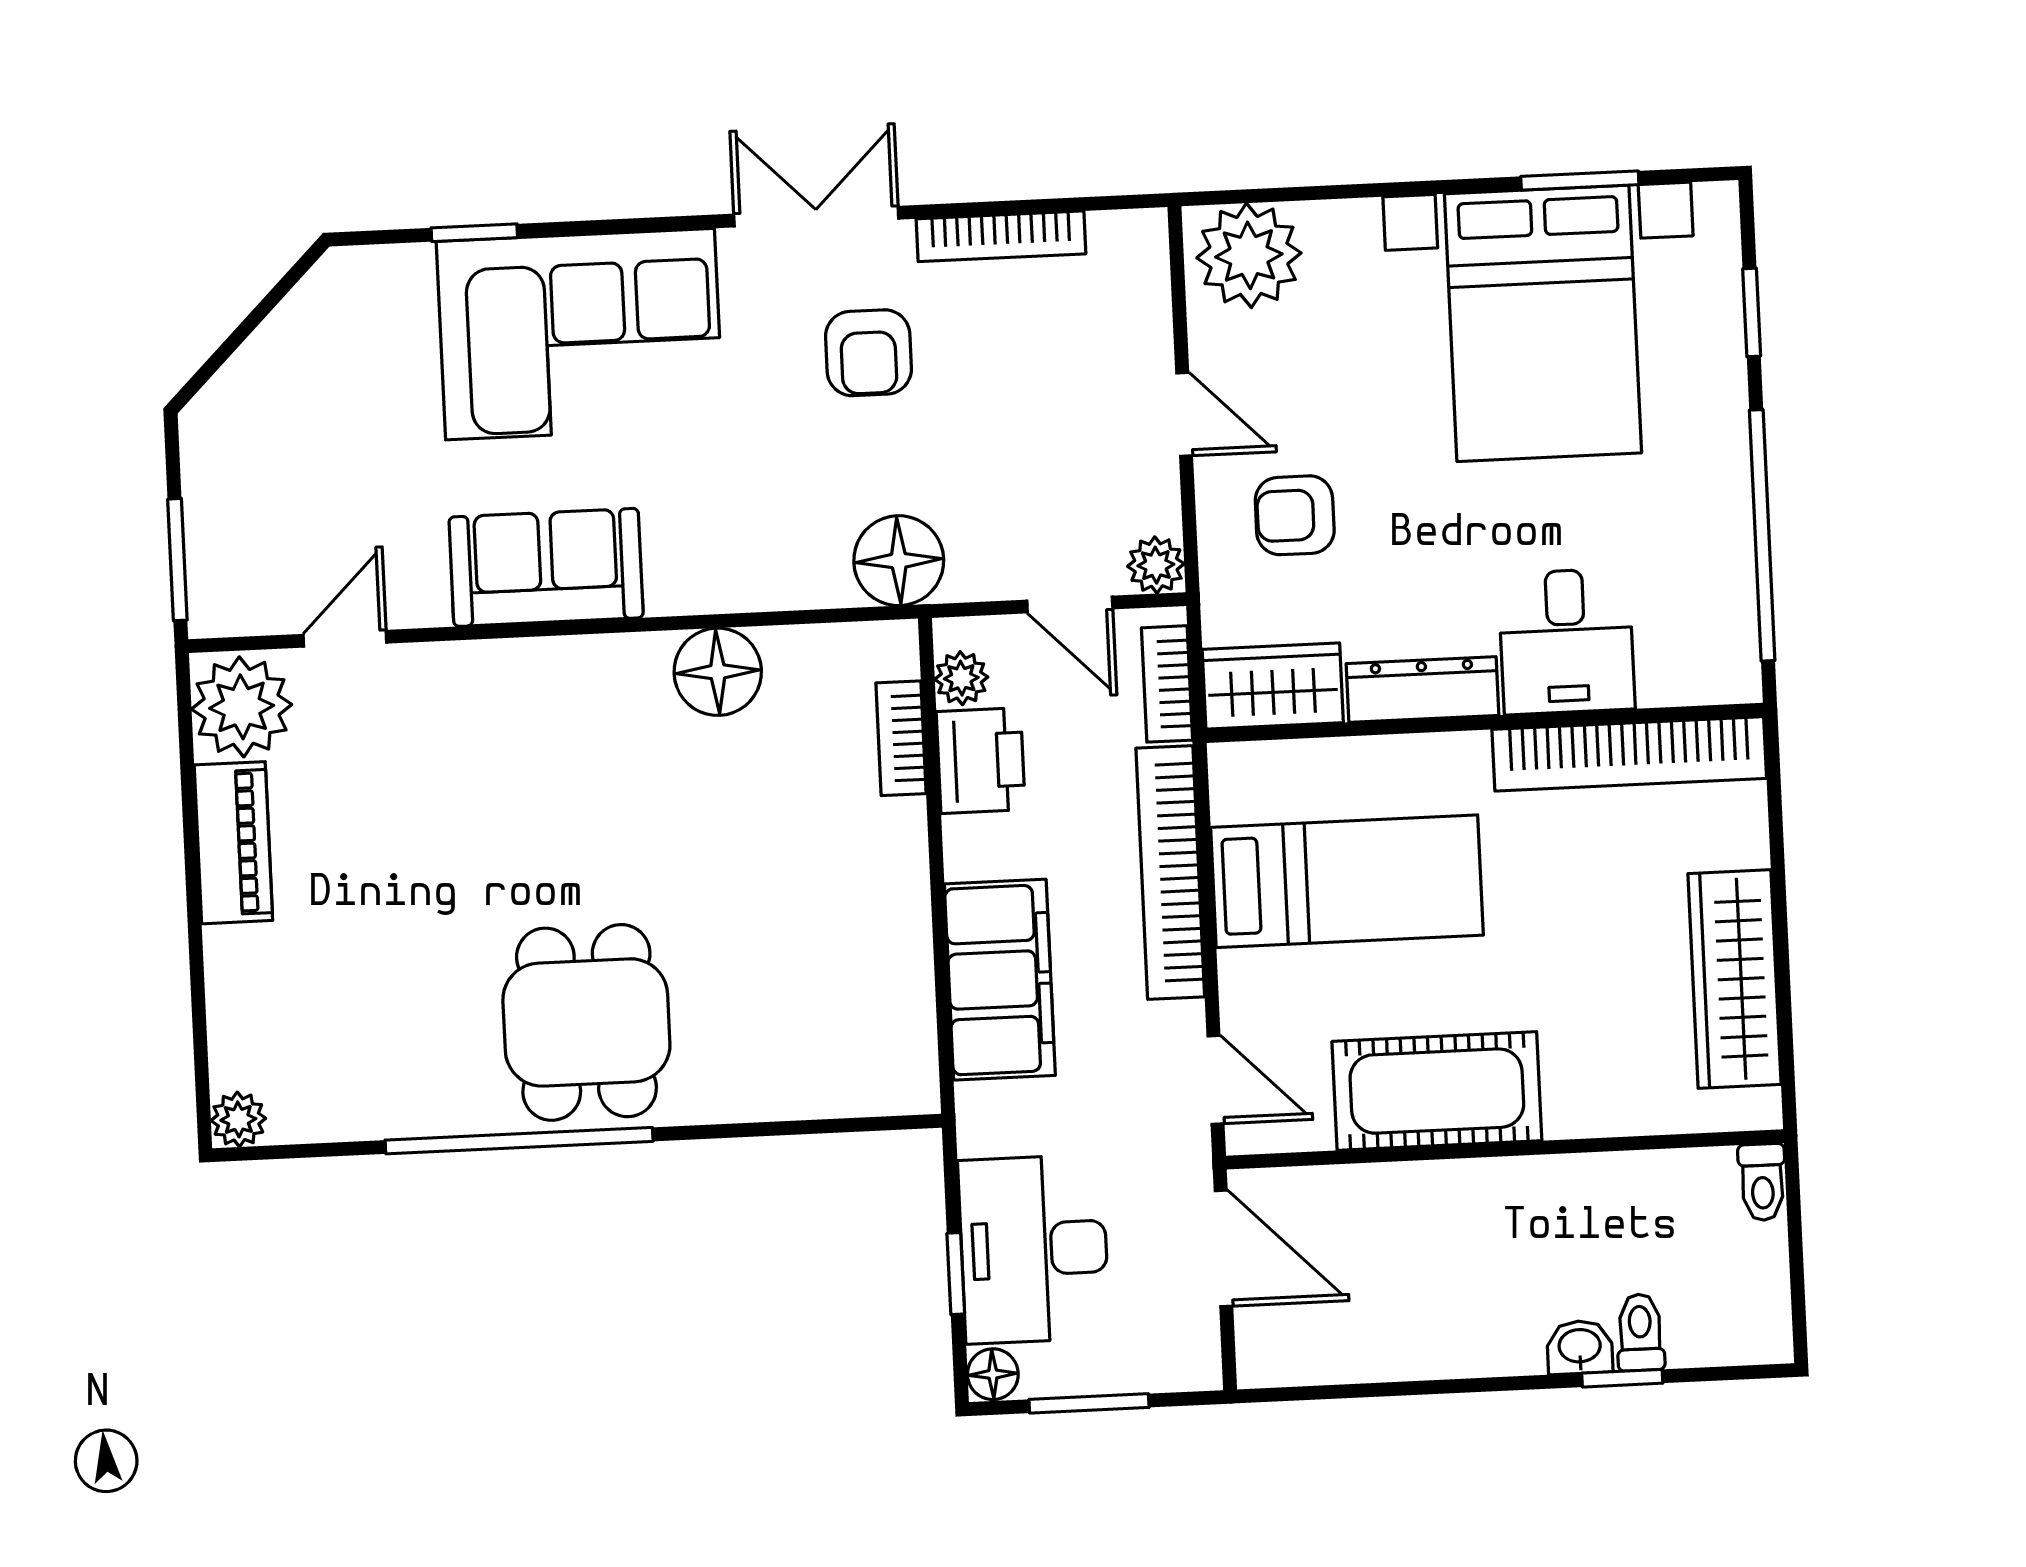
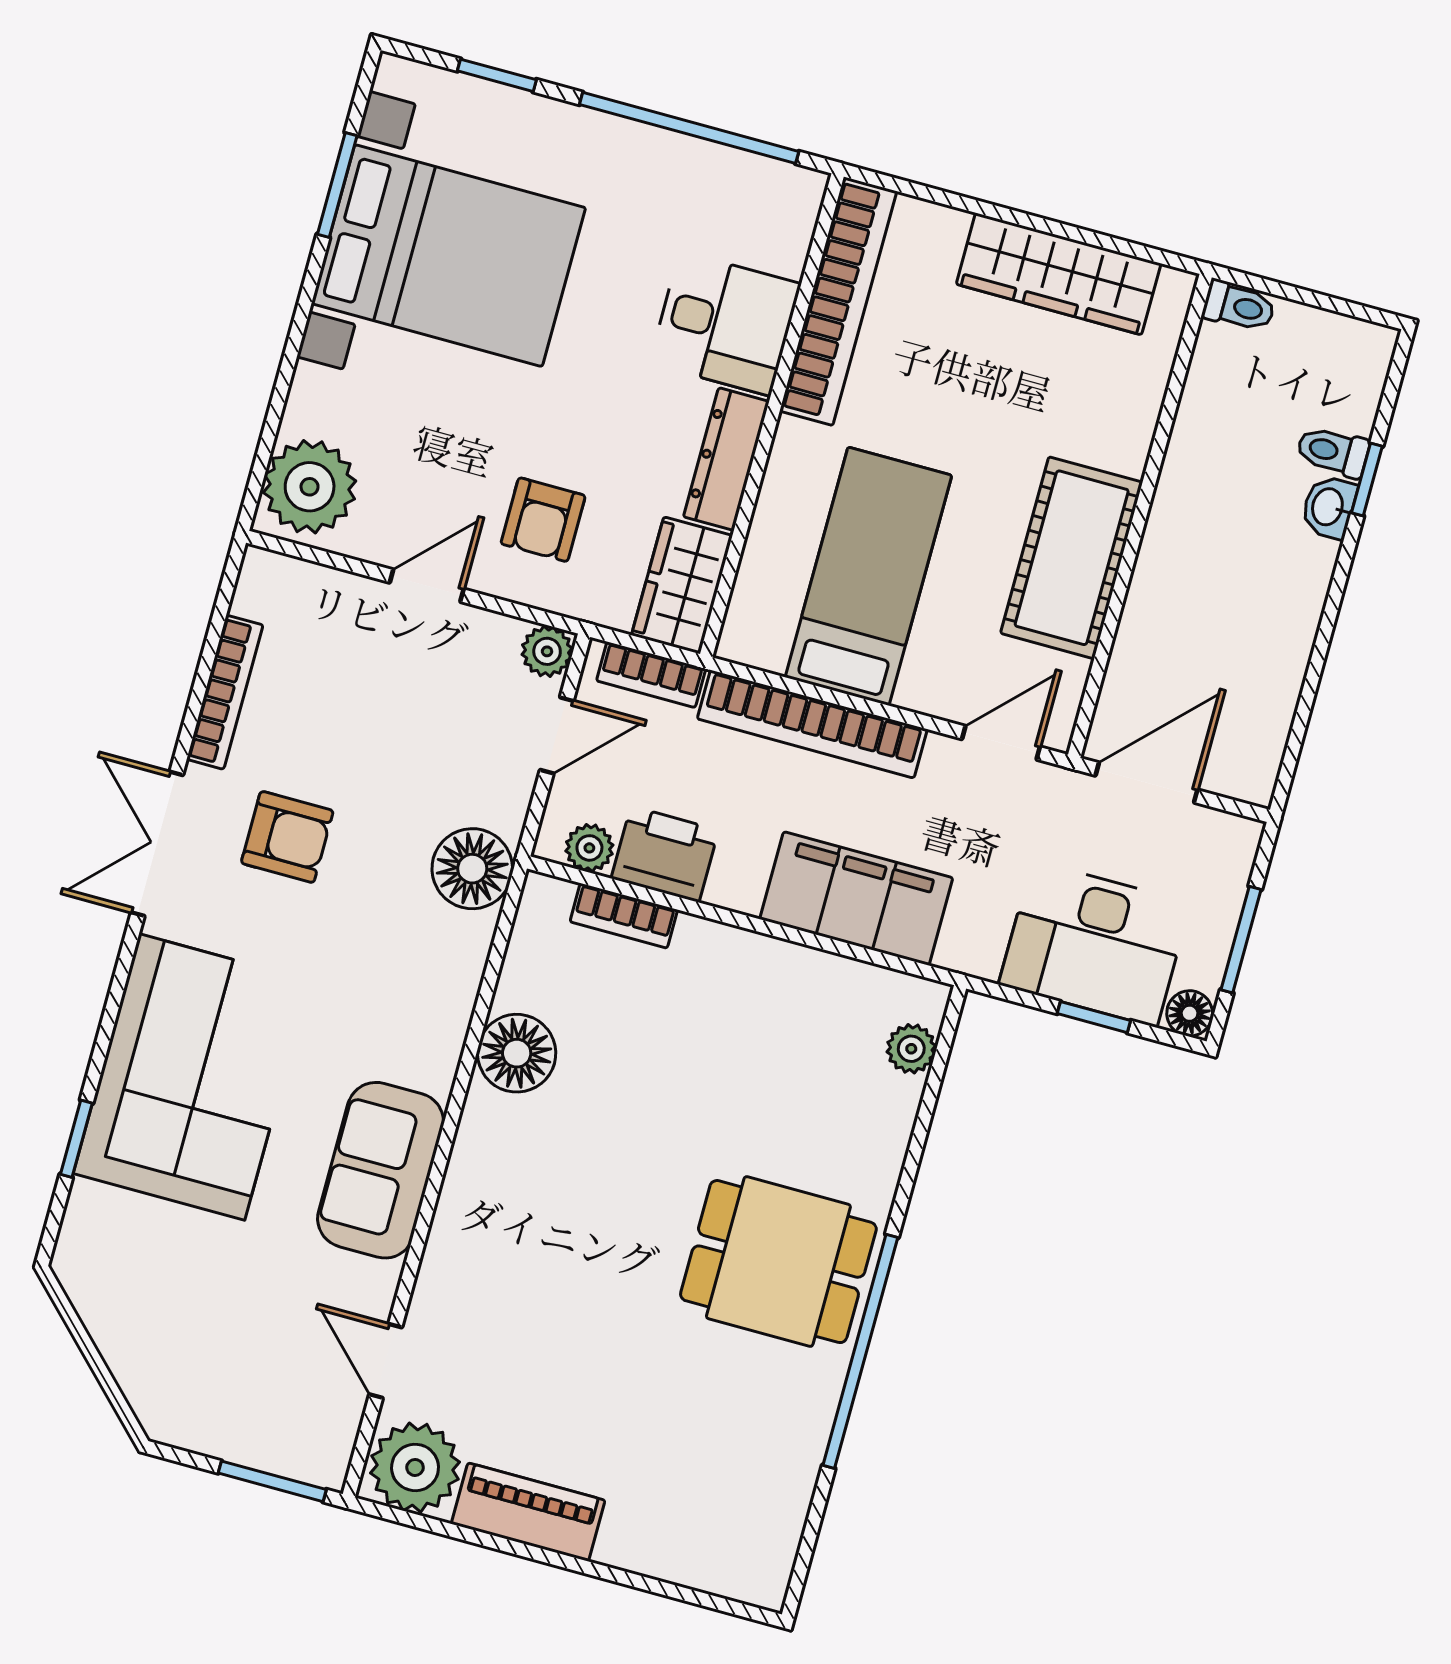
plant: (238, 1119) -> (911, 1049), moved

